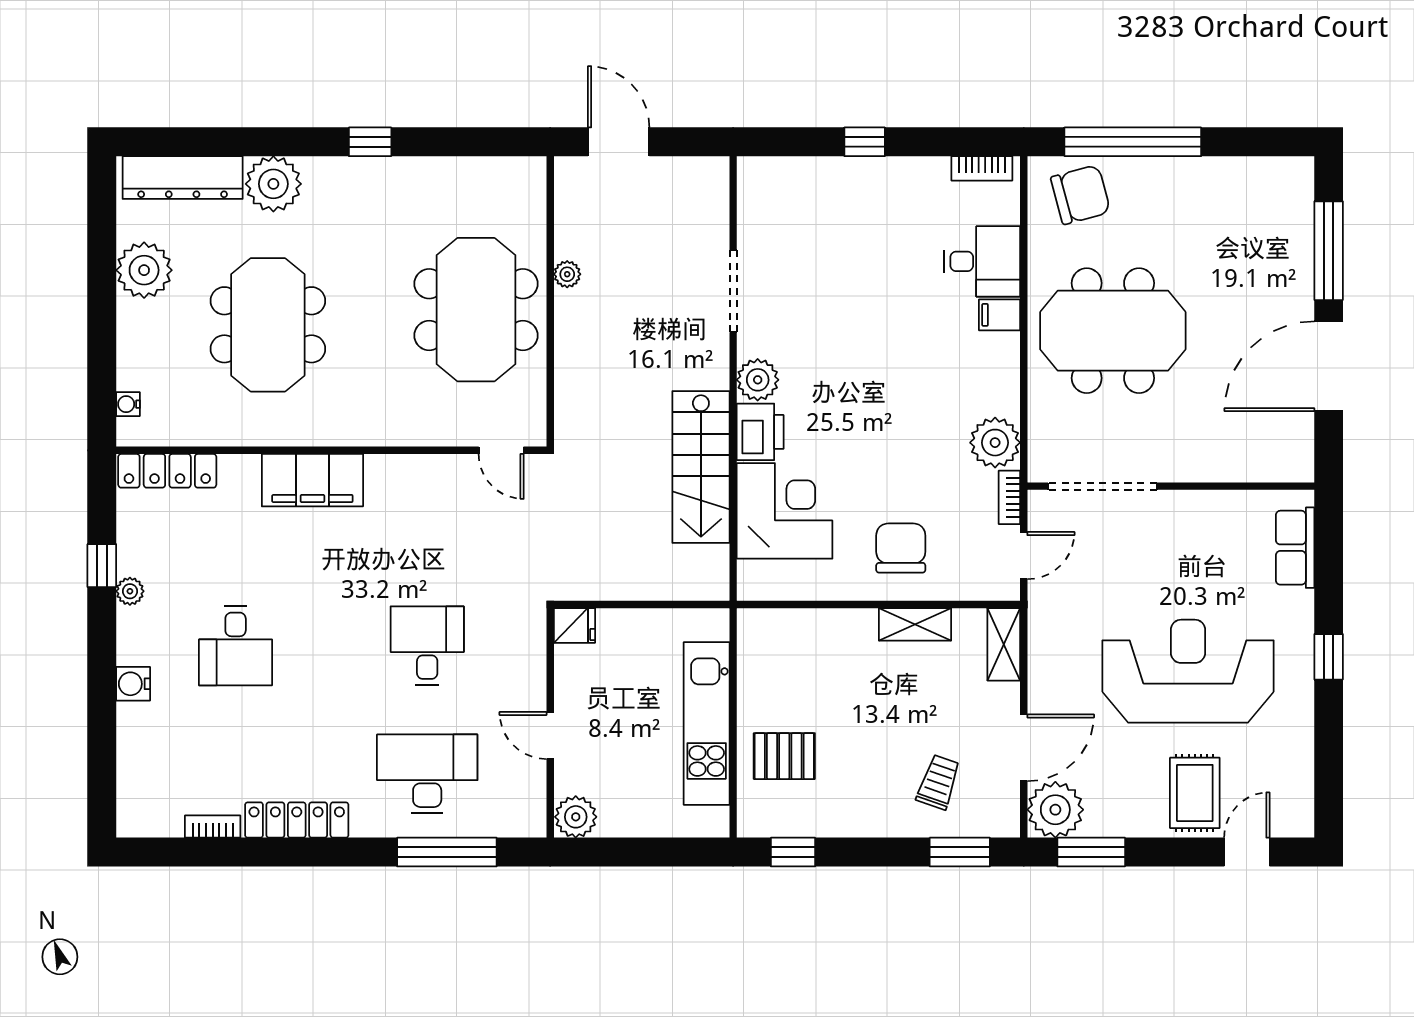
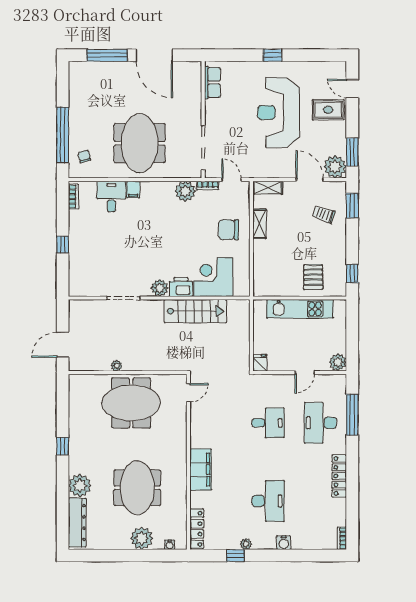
chair: (1081, 195) -> (84, 156), width x0.54, depth x0.54
plant: (144, 270) -> (142, 538), moved
meeting table: (268, 325) -> (137, 488), turned 90
row of seats: (1295, 548) -> (212, 82), moved, turned -90
desk: (236, 646) -> (268, 501), width x1.37
desk: (427, 646) -> (268, 423), turned 180
bookcase: (213, 827) -> (342, 538), moved

